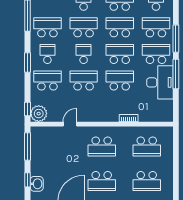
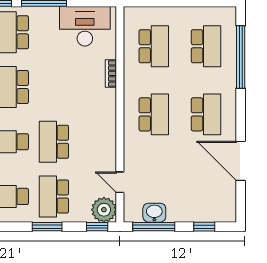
window: (28, 63) -> (47, 227), moved
school desk: (120, 81) -> (54, 87), removed
desk: (160, 82) -> (85, 26), moved
door: (70, 124) -> (120, 182), moved
washbasin: (37, 184) -> (154, 213), moved

